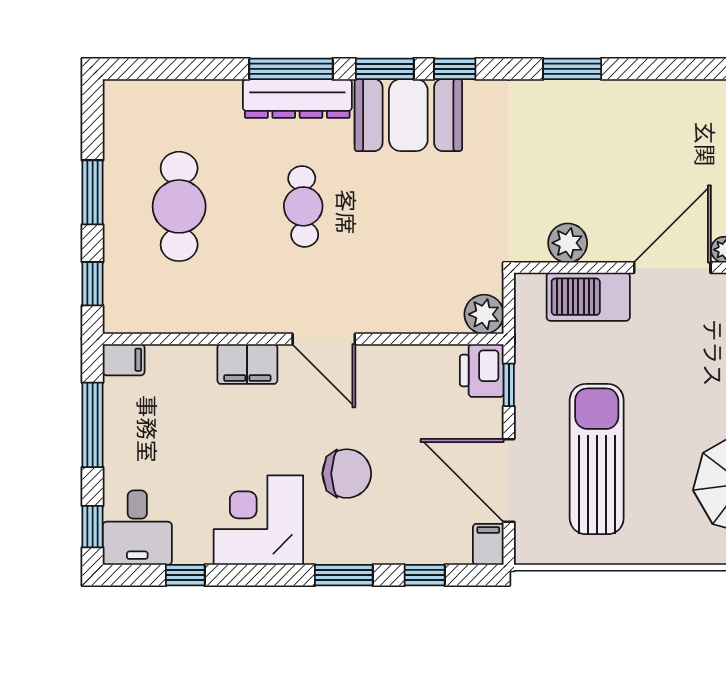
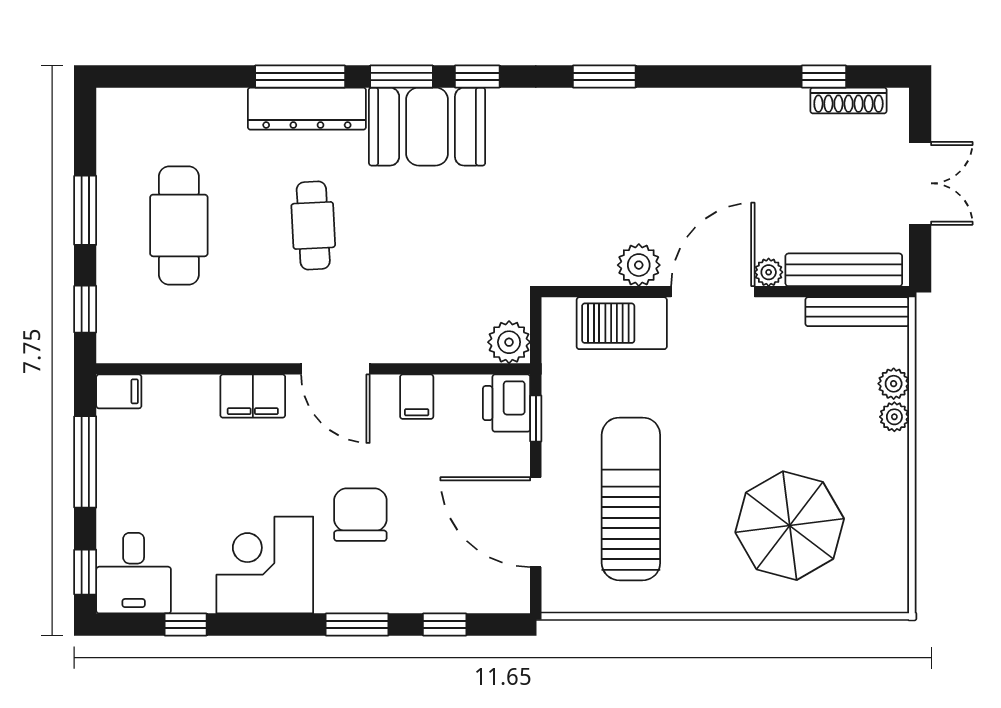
plant: (568, 243) -> (639, 265), moved
chair: (347, 474) -> (360, 515), turned -90
filing cabinet: (488, 544) -> (417, 397), moved, turned 180

